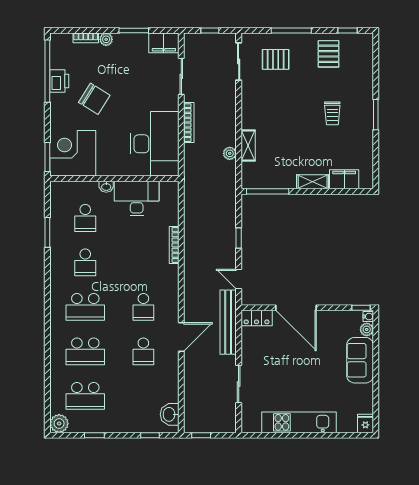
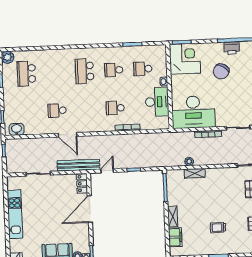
school desk: (143, 307) -> (115, 108), moved
school desk: (85, 351) -> (55, 72), removed

